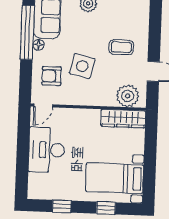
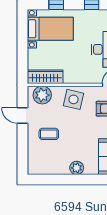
side table: (82, 66) -> (74, 99), moved

